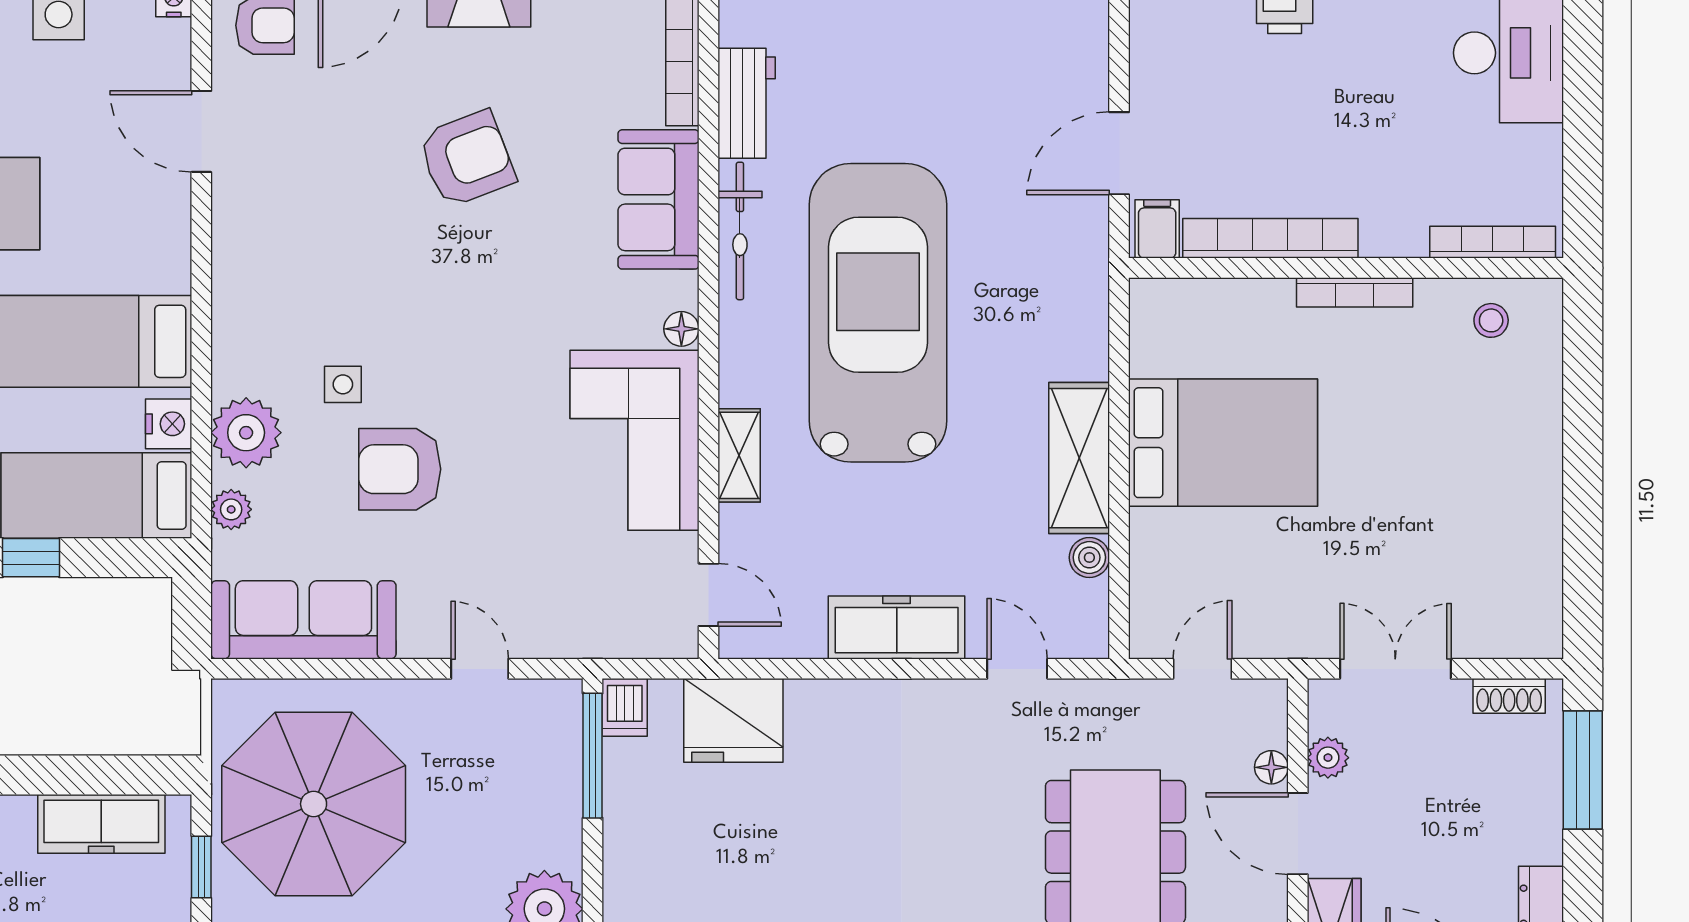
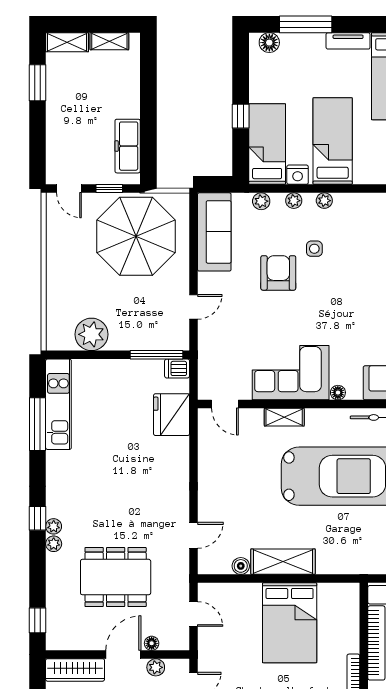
plant: (230, 361) -> (324, 201), added
plant: (246, 433) -> (294, 201), width x0.53, depth x0.53
door: (708, 595) -> (225, 404), hinge flipped
freezer: (897, 628) -> (211, 484), removed

